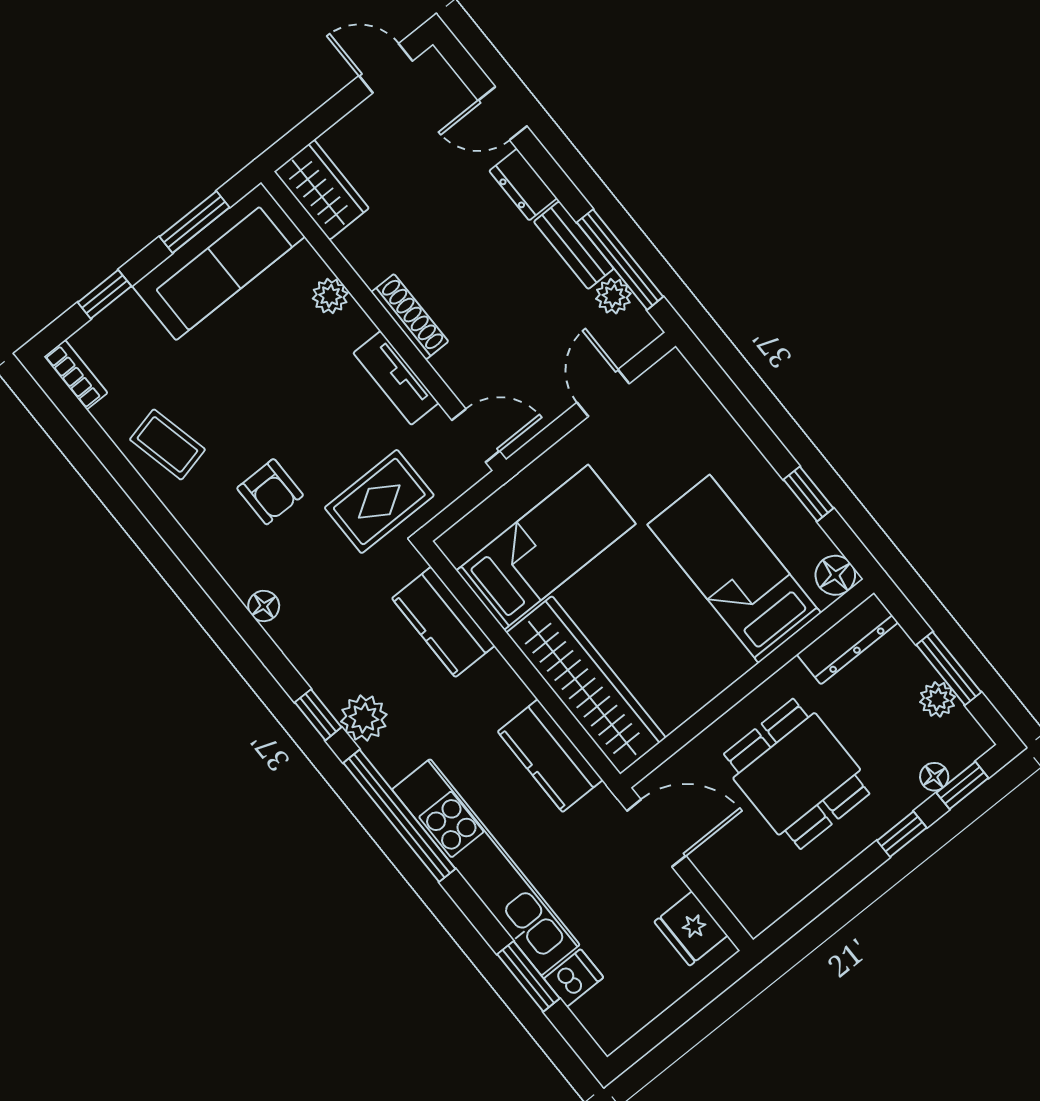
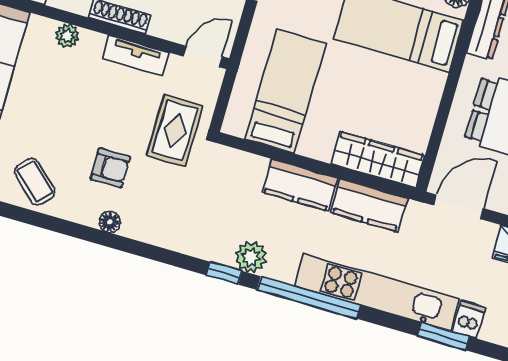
coffee table: (167, 444) -> (35, 182), turned 55
floor lamp: (264, 606) -> (110, 222), moved
kitchen counter: (443, 622) -> (300, 185), moved
wardrobe: (586, 685) -> (378, 160), width x0.71, depth x0.85

